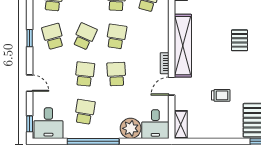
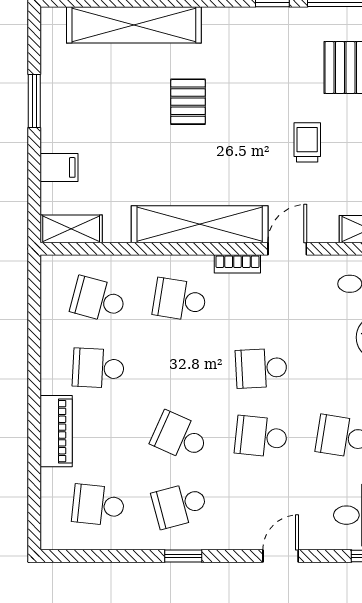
school desk: (116, 36) -> (180, 300), moved
pallet: (240, 40) -> (188, 102), turned 90
door: (172, 86) -> (287, 249), swing flipped

